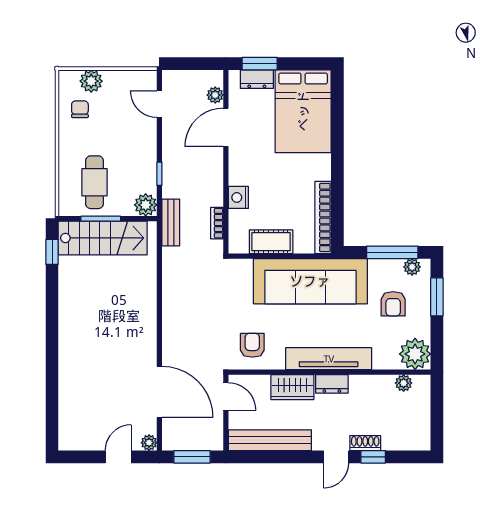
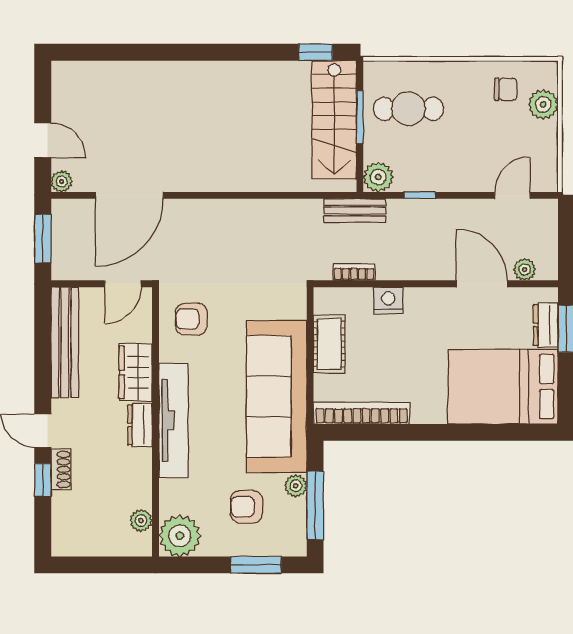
plant: (412, 267) -> (296, 486), moved
armchair: (252, 345) -> (191, 319), turned 180

